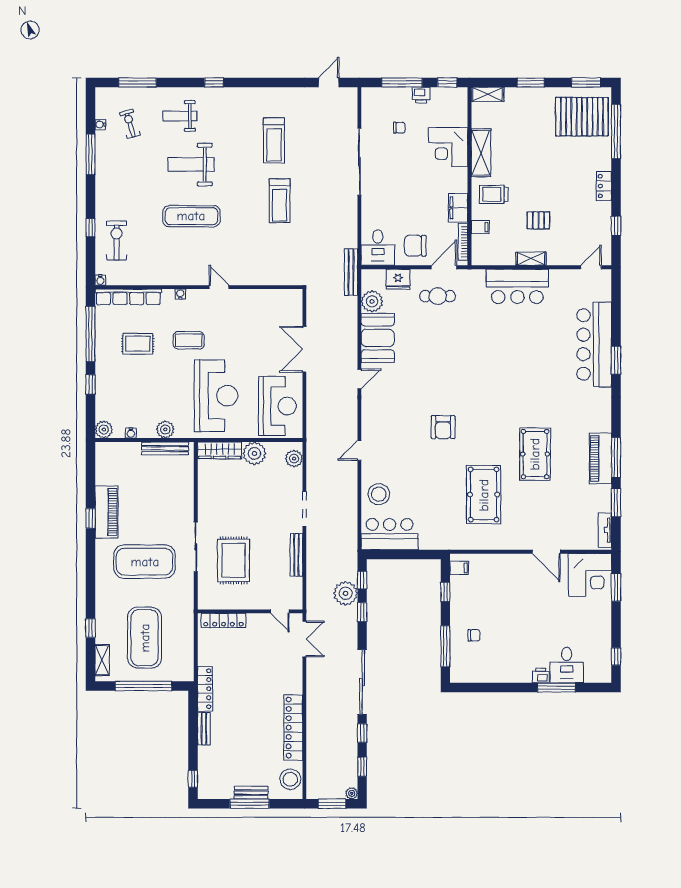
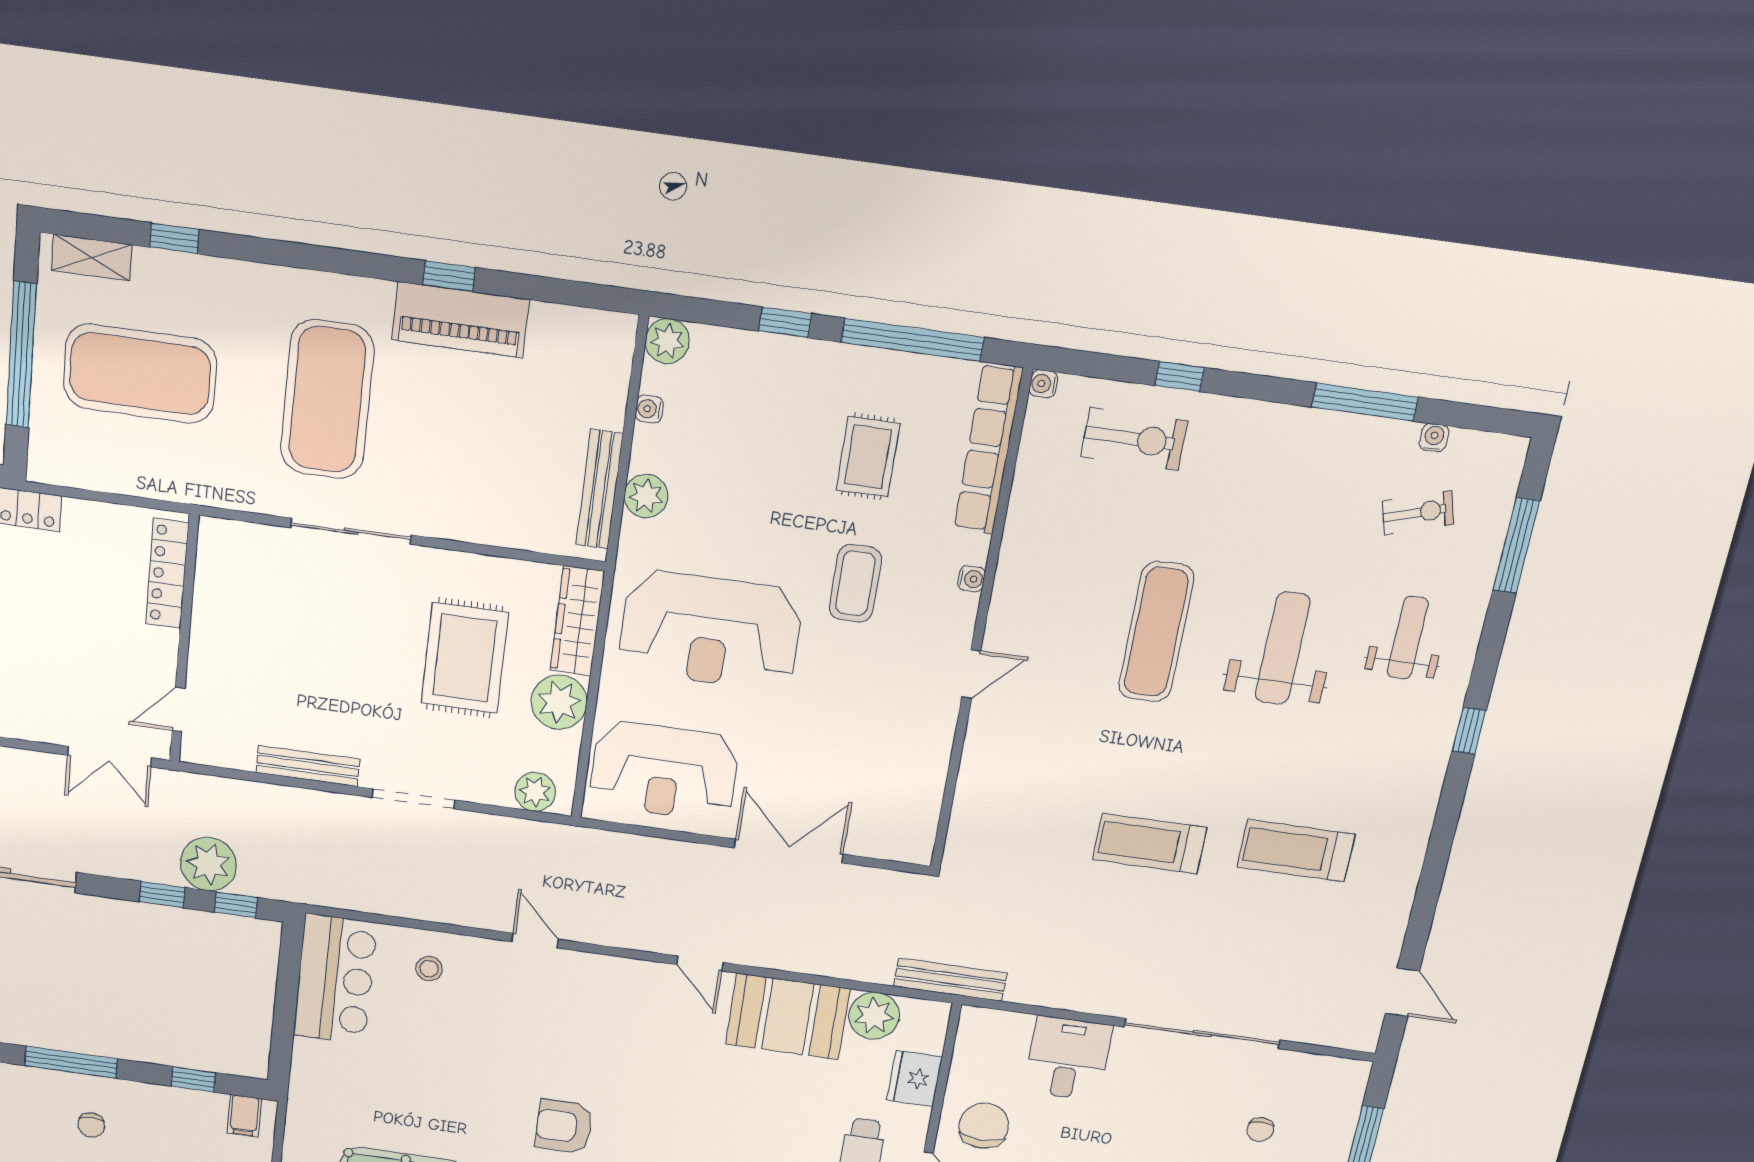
desk: (378, 248) -> (1068, 1058), moved, turned 90
stool: (379, 494) -> (429, 969), width x0.53, depth x0.53
rug: (234, 560) -> (465, 658), moved, turned 90

